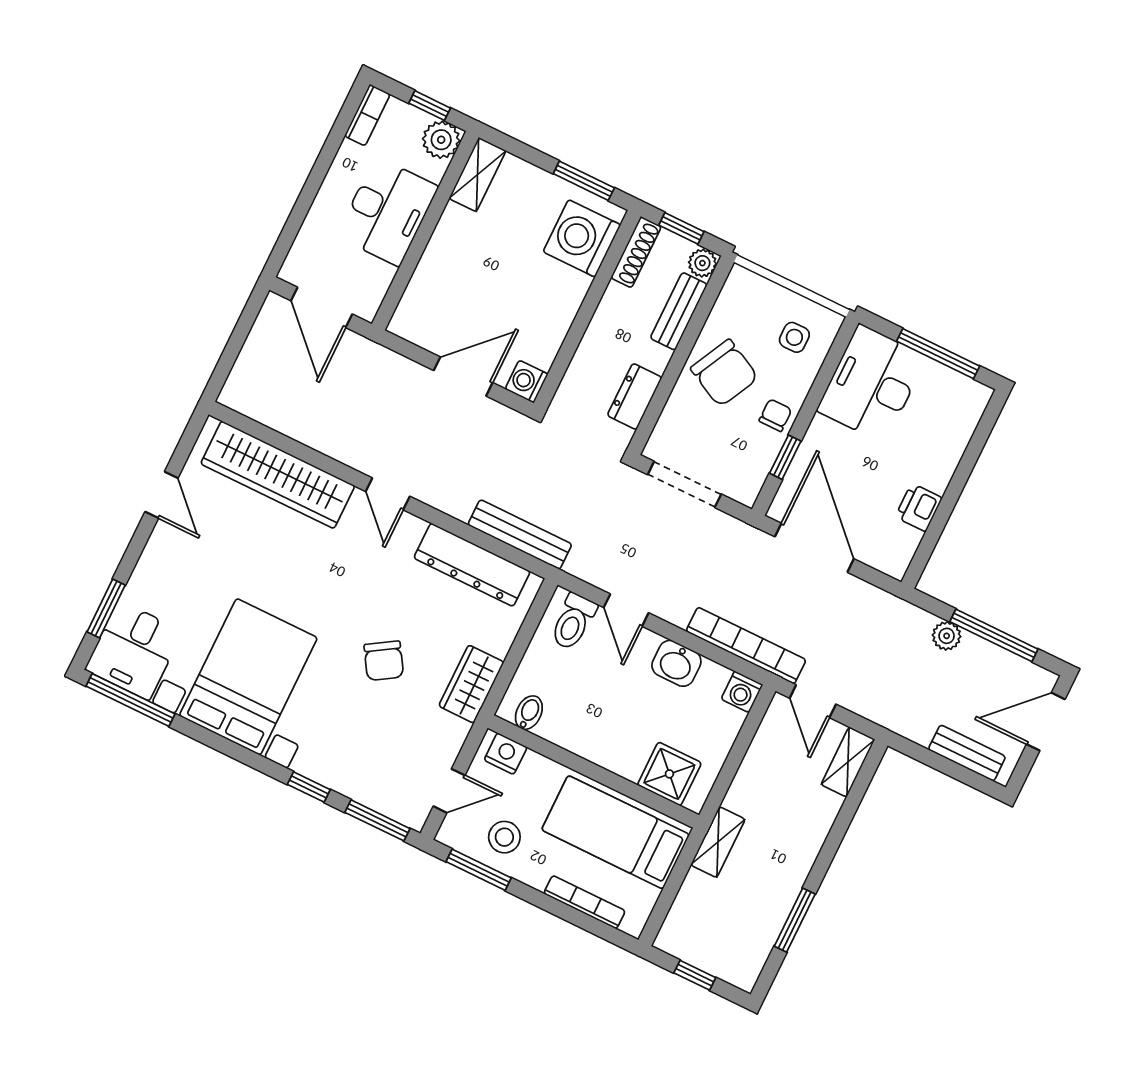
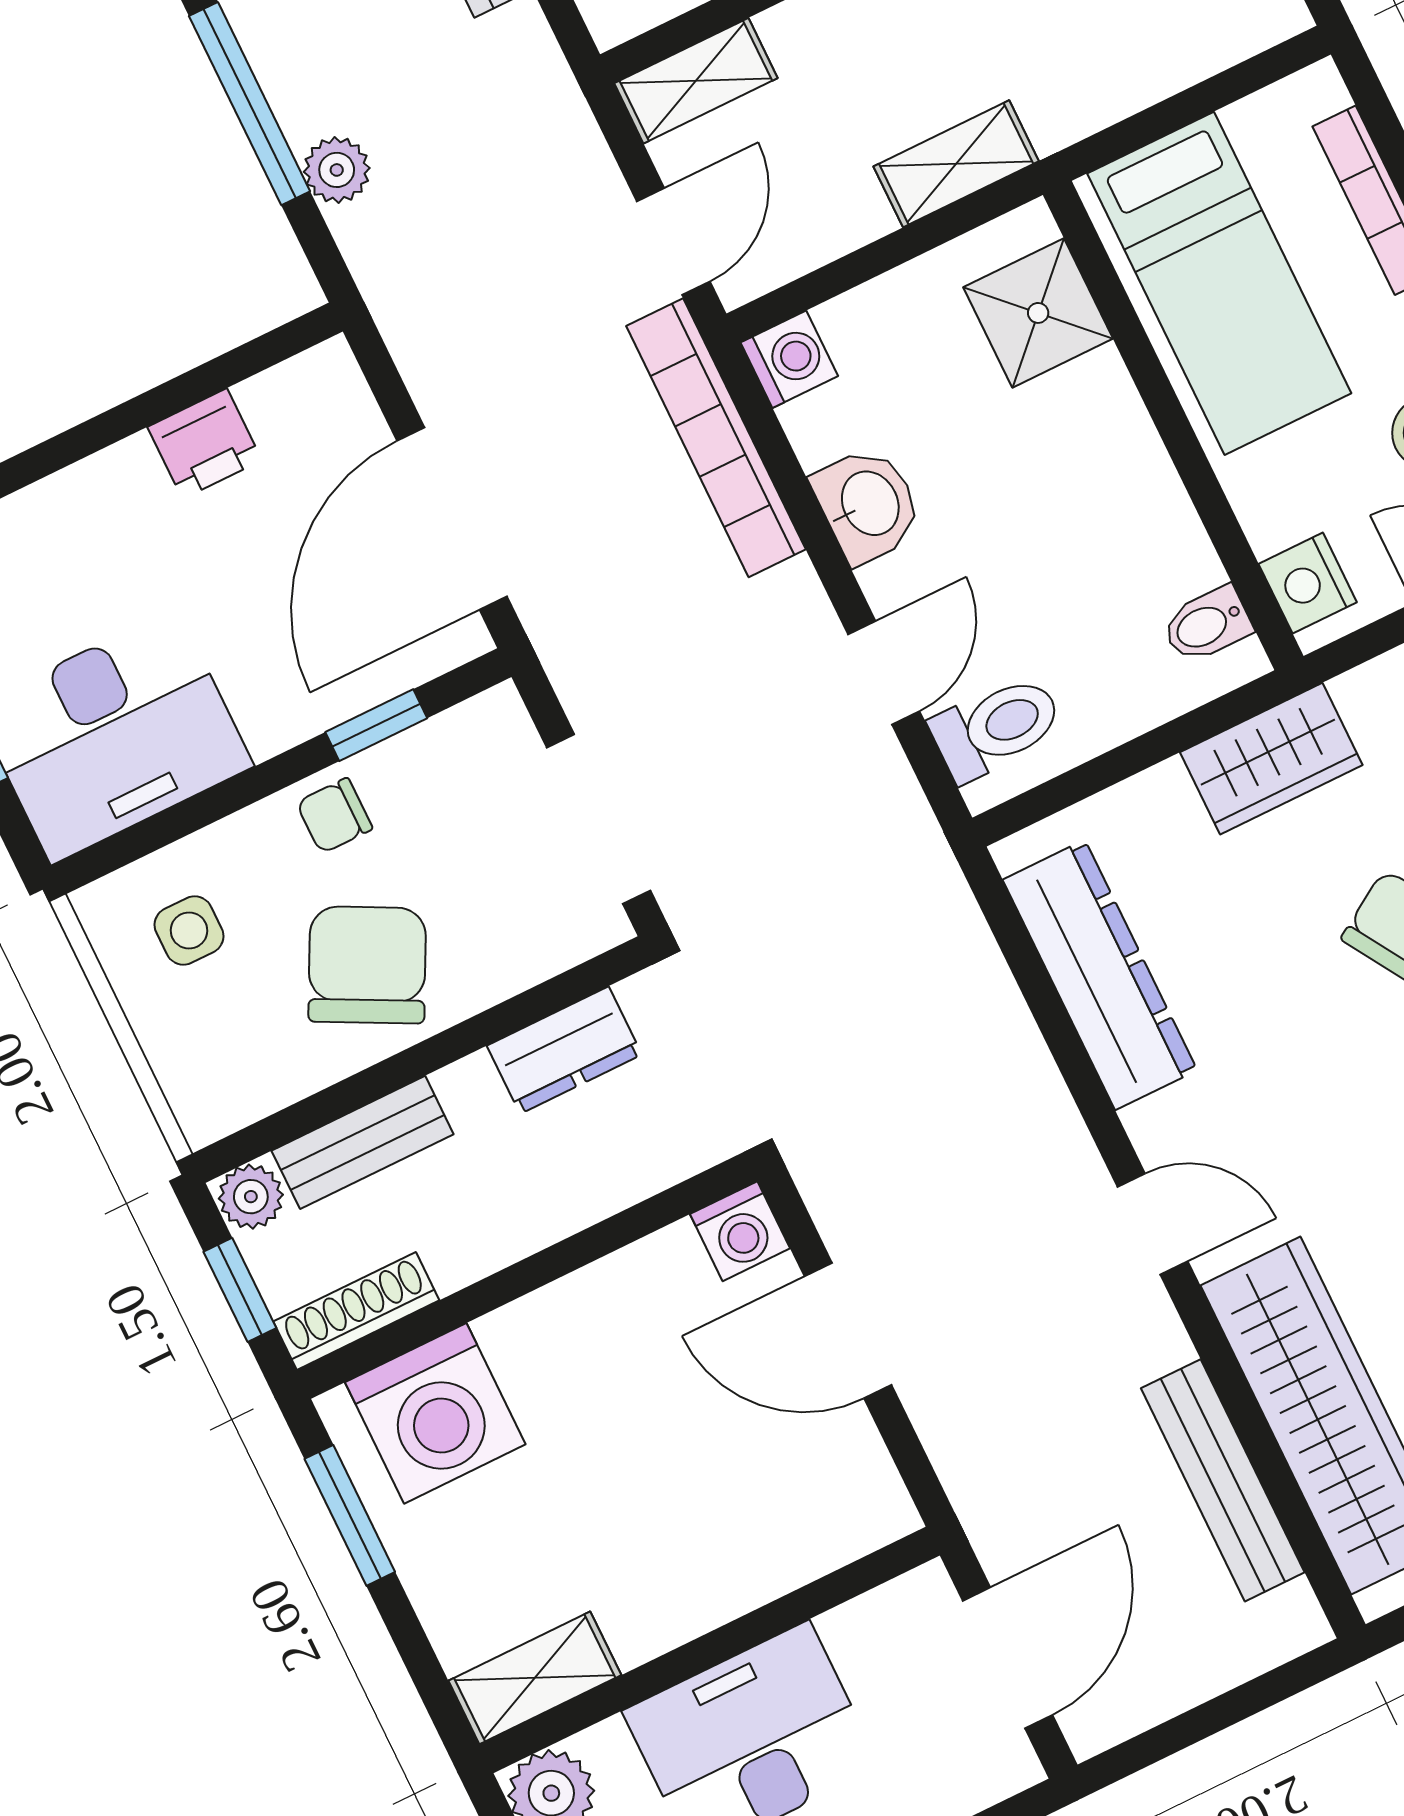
door: (388, 494) -> (1153, 1224), hinge flipped
bench: (520, 535) -> (1223, 1480), moved
shelving: (718, 842) -> (956, 164), moved

